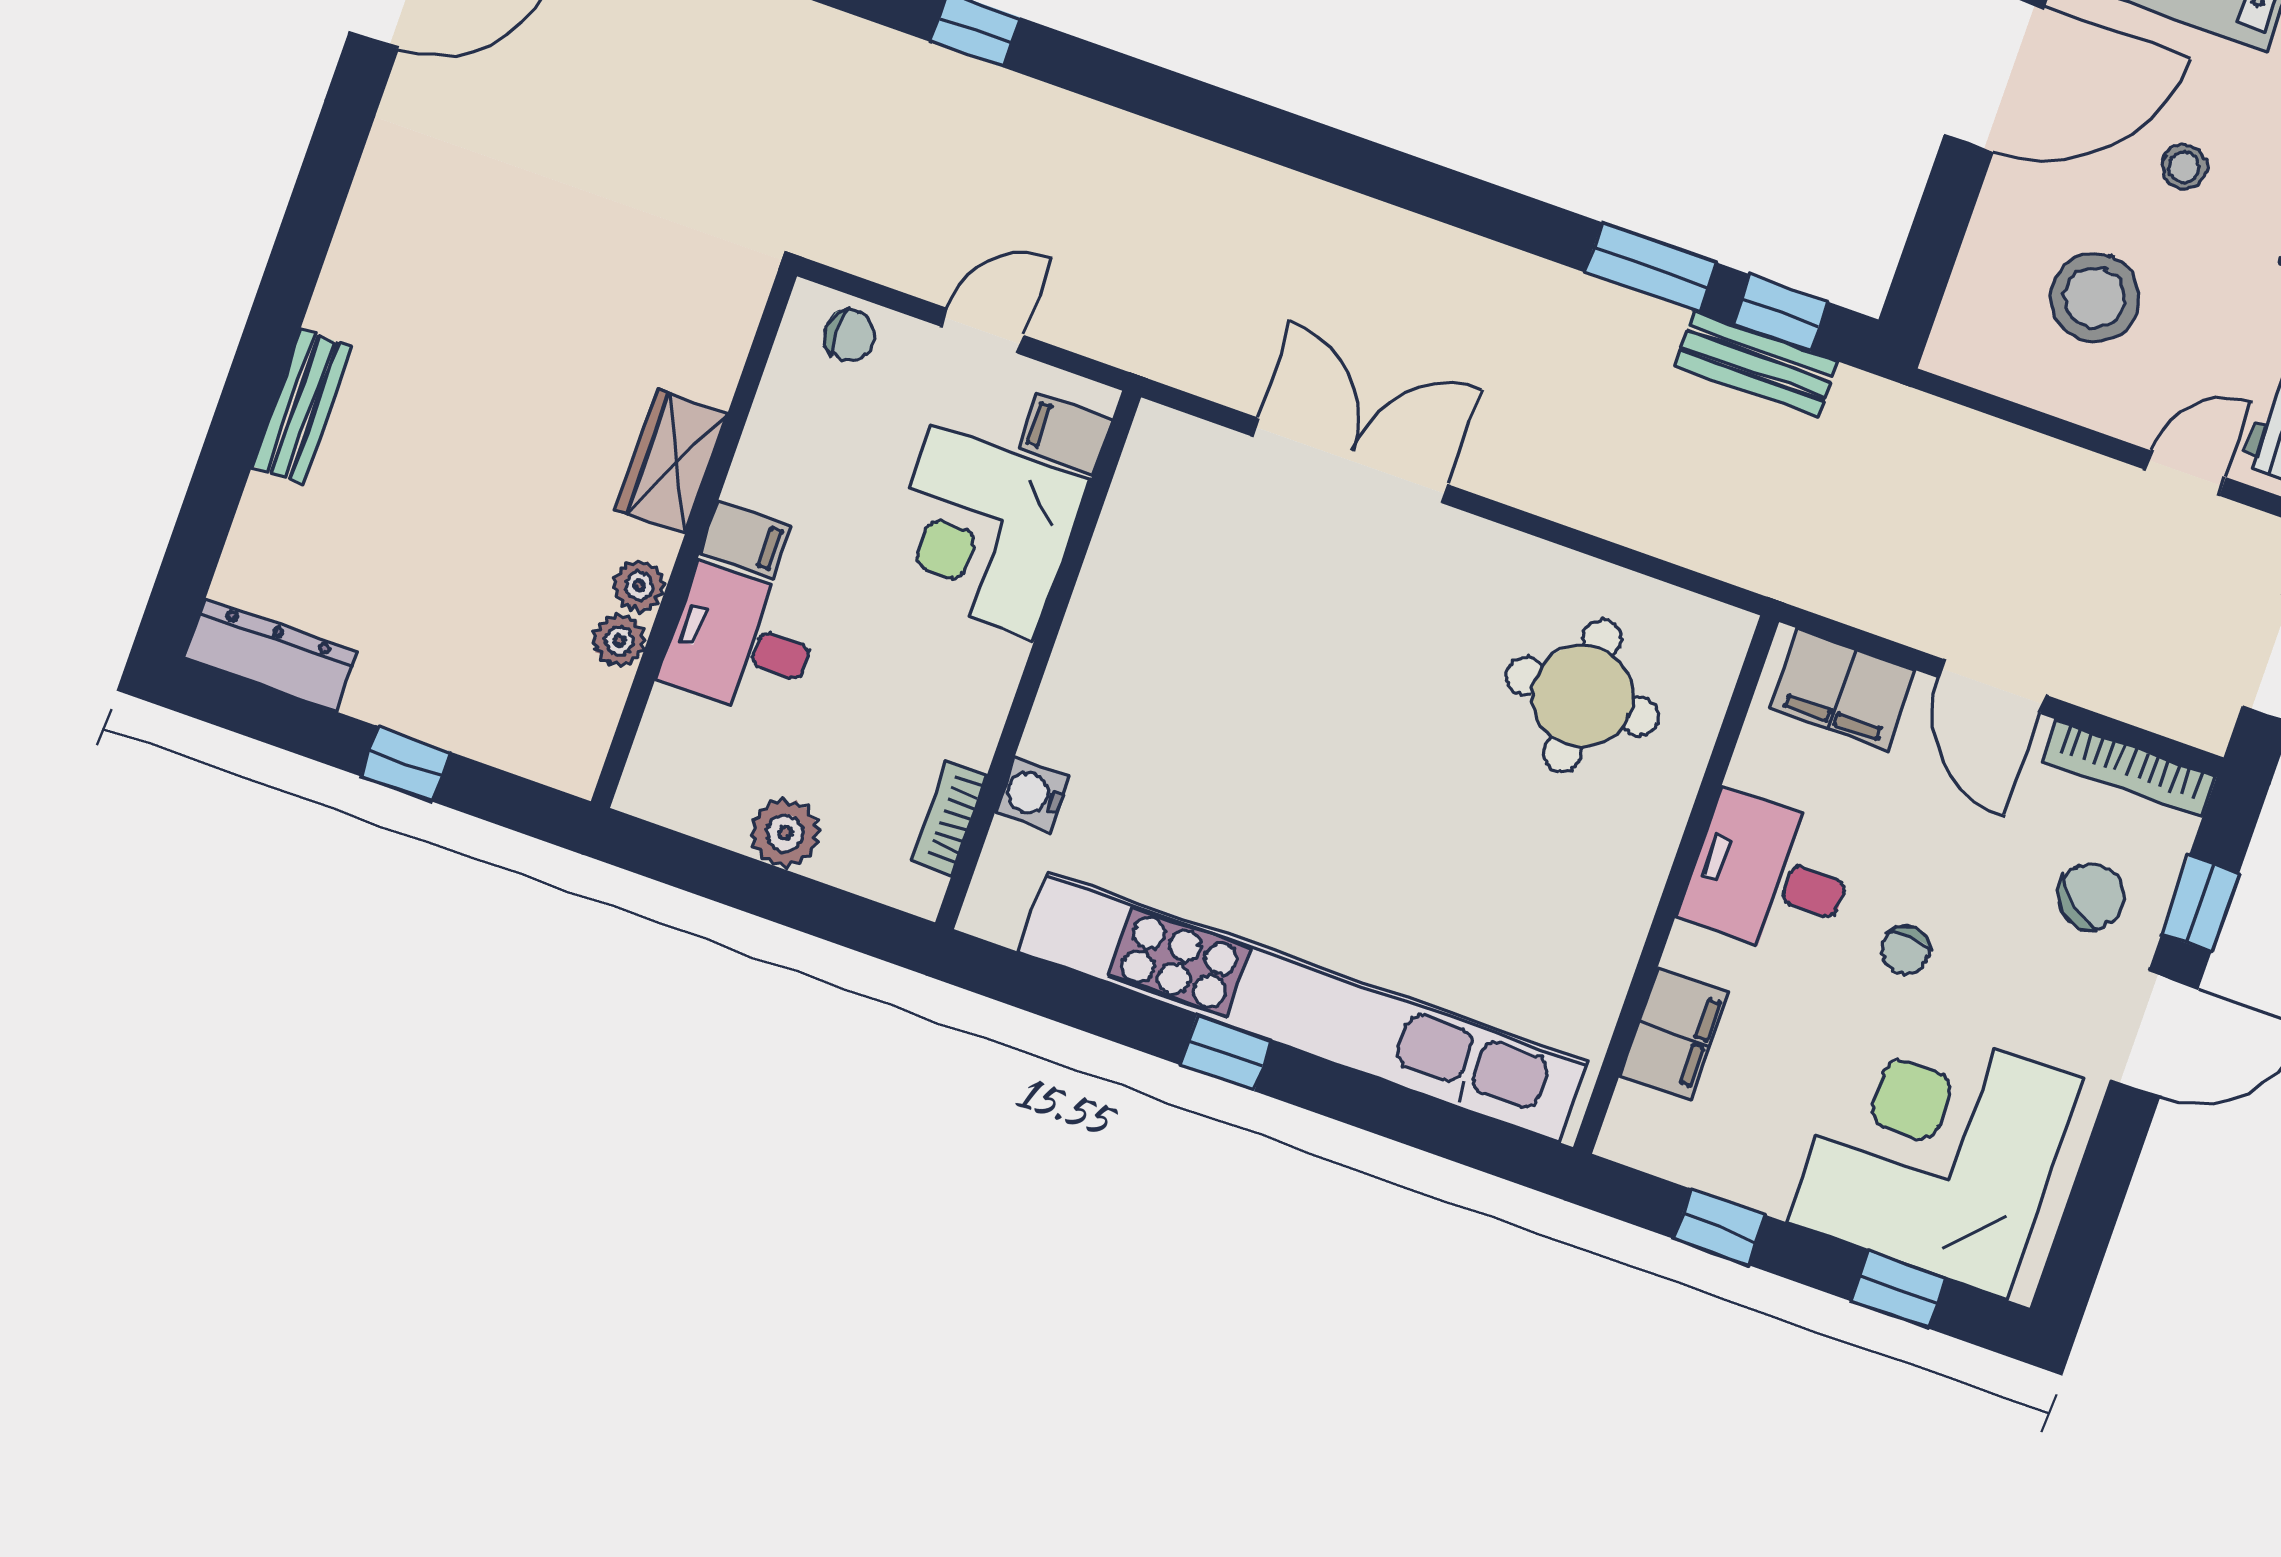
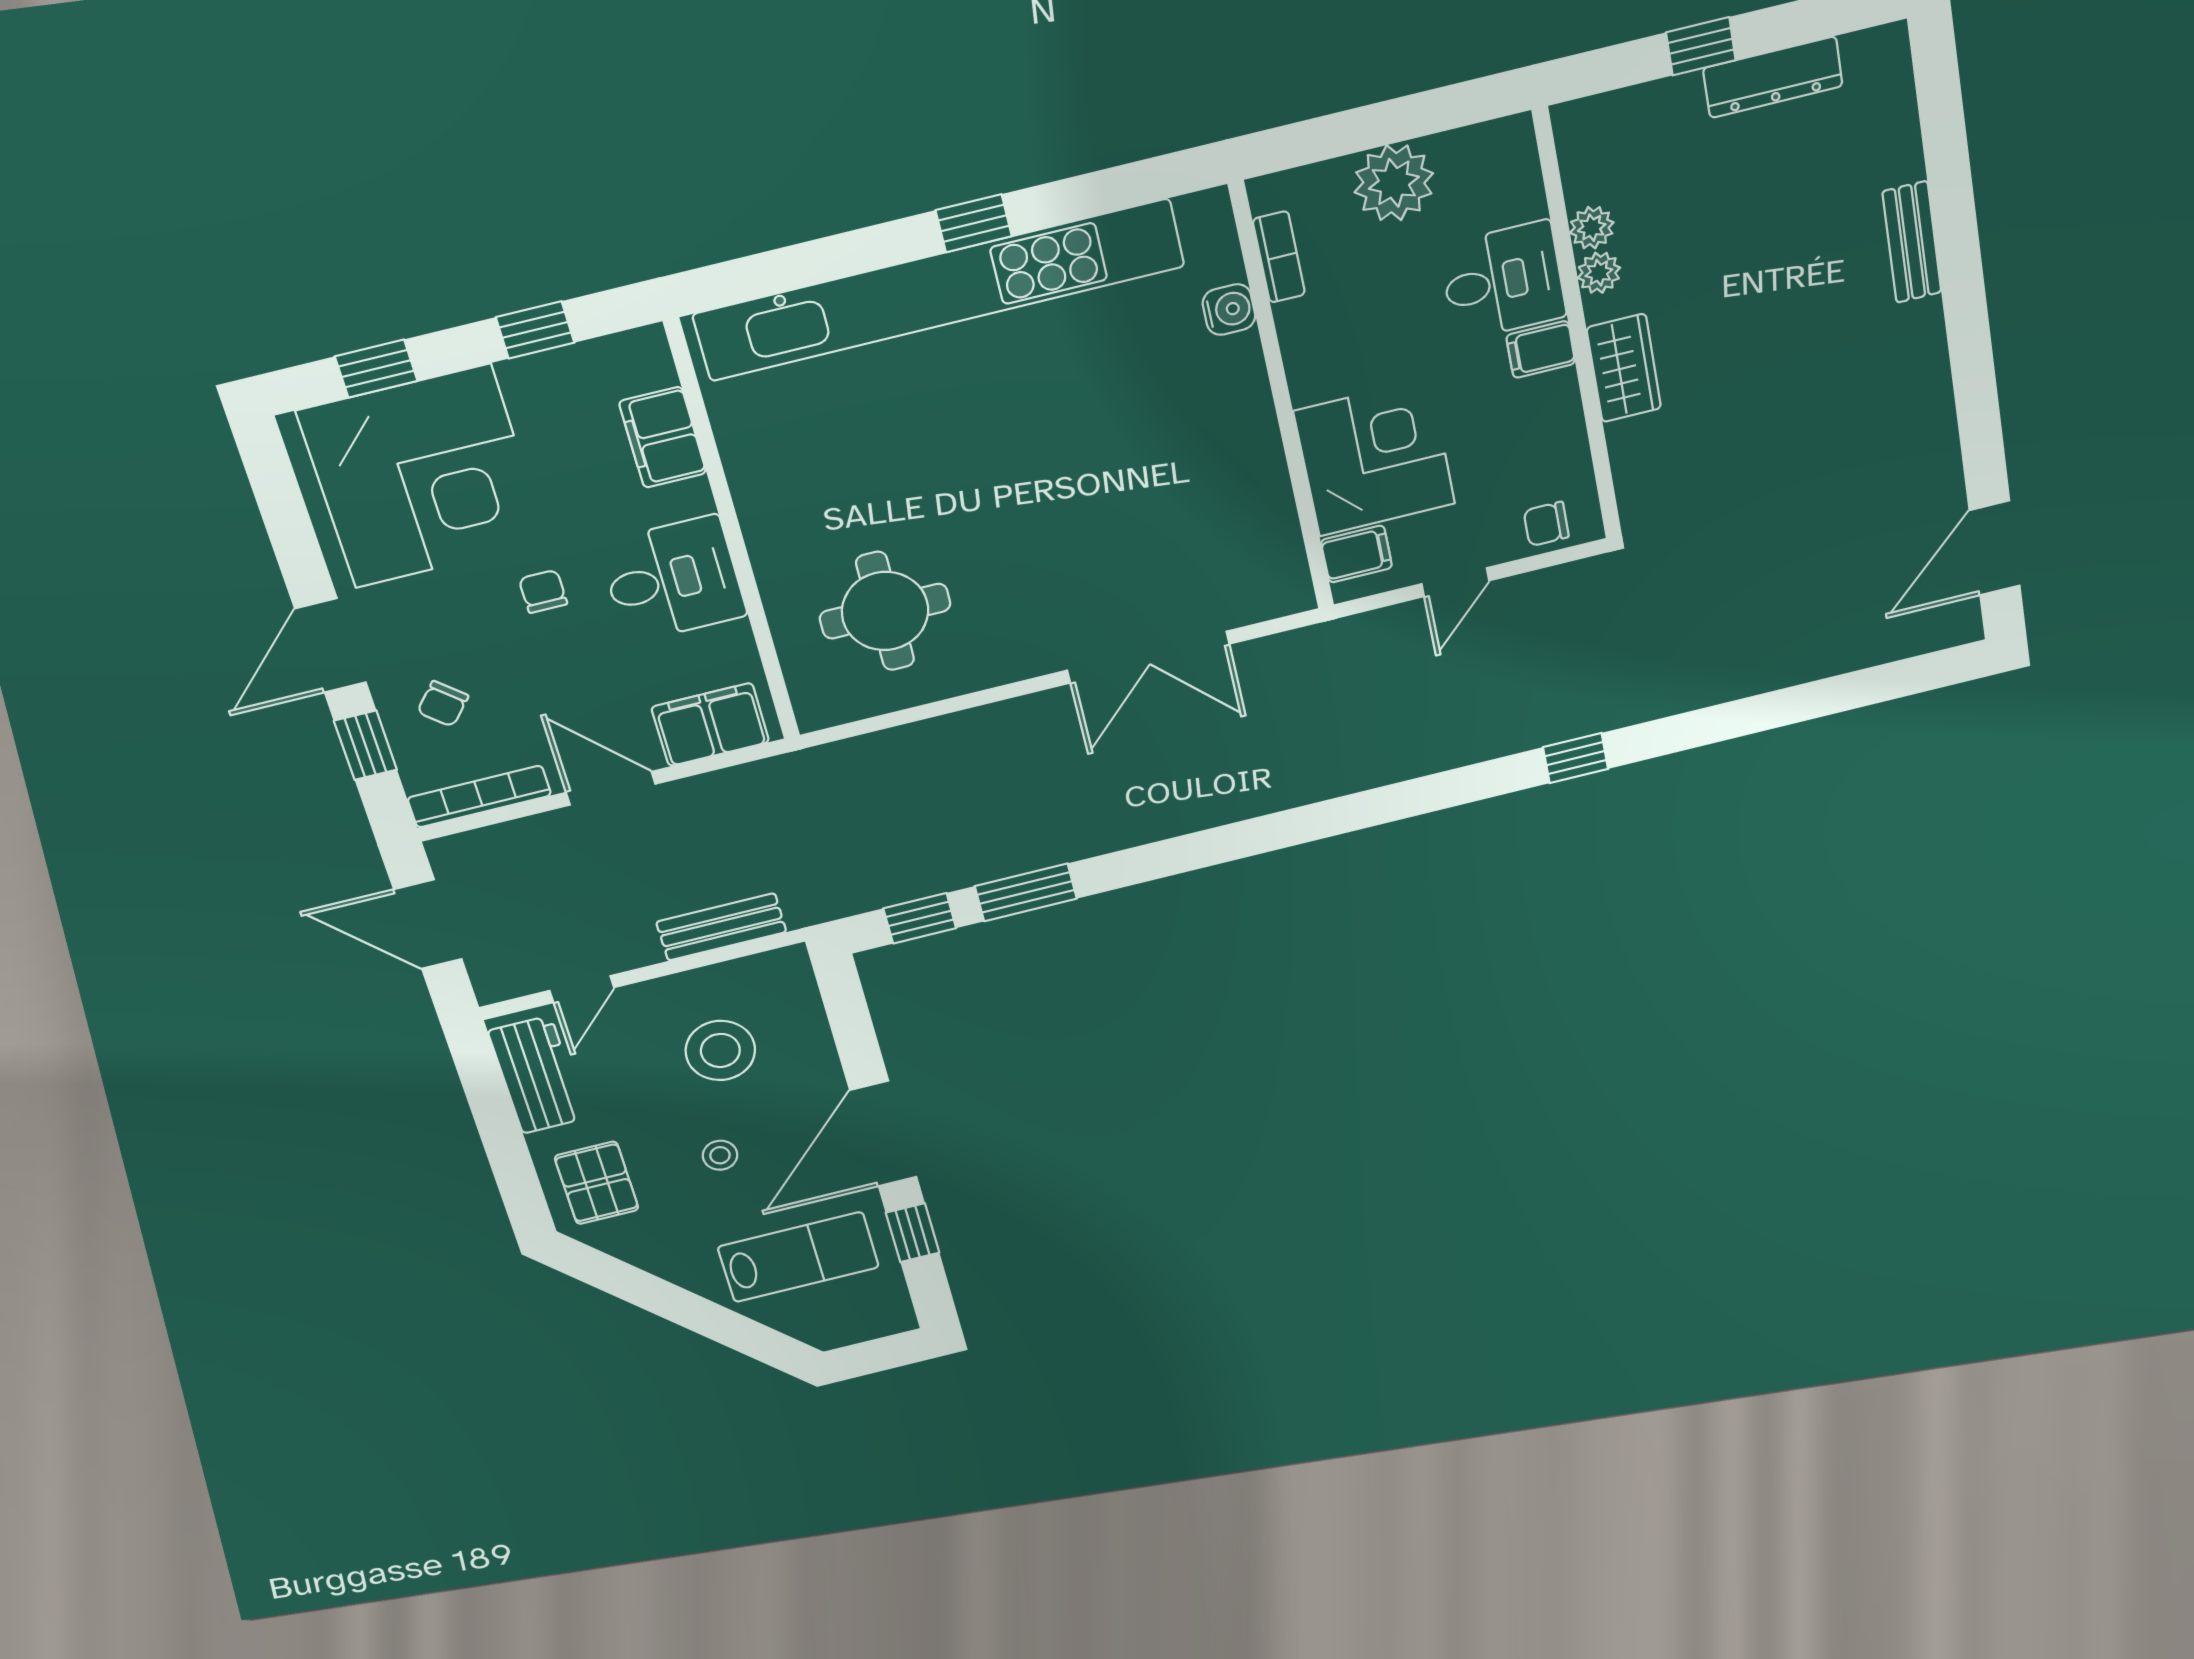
bench: (1756, 364) -> (721, 927), moved
dresser: (270, 655) -> (1773, 77), moved
plant: (785, 833) -> (1394, 183), width x1.36, depth x1.36
chair: (2091, 896) -> (443, 704), width x0.73, depth x0.73

